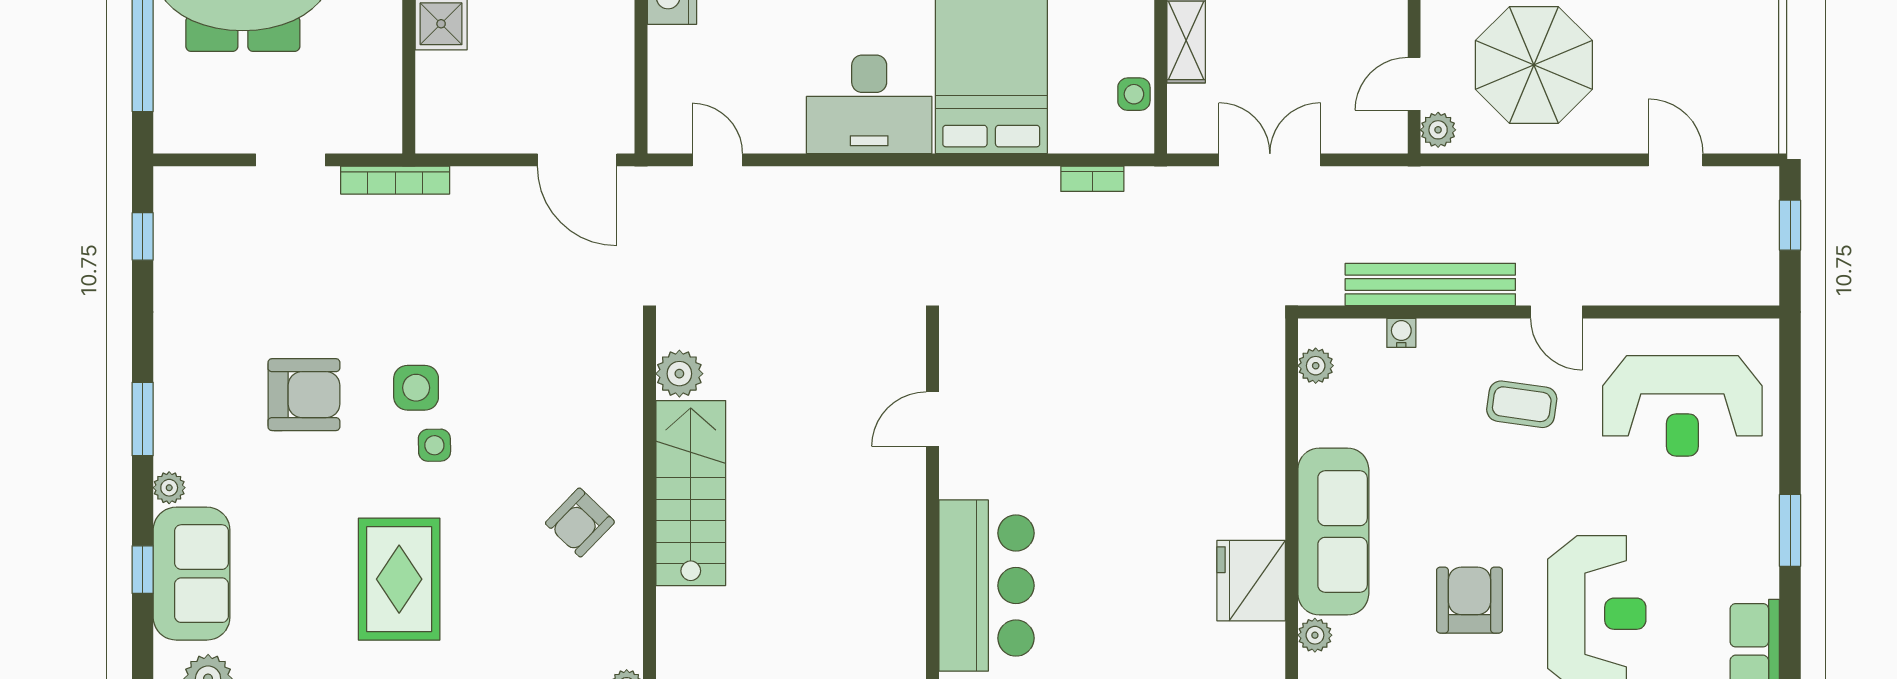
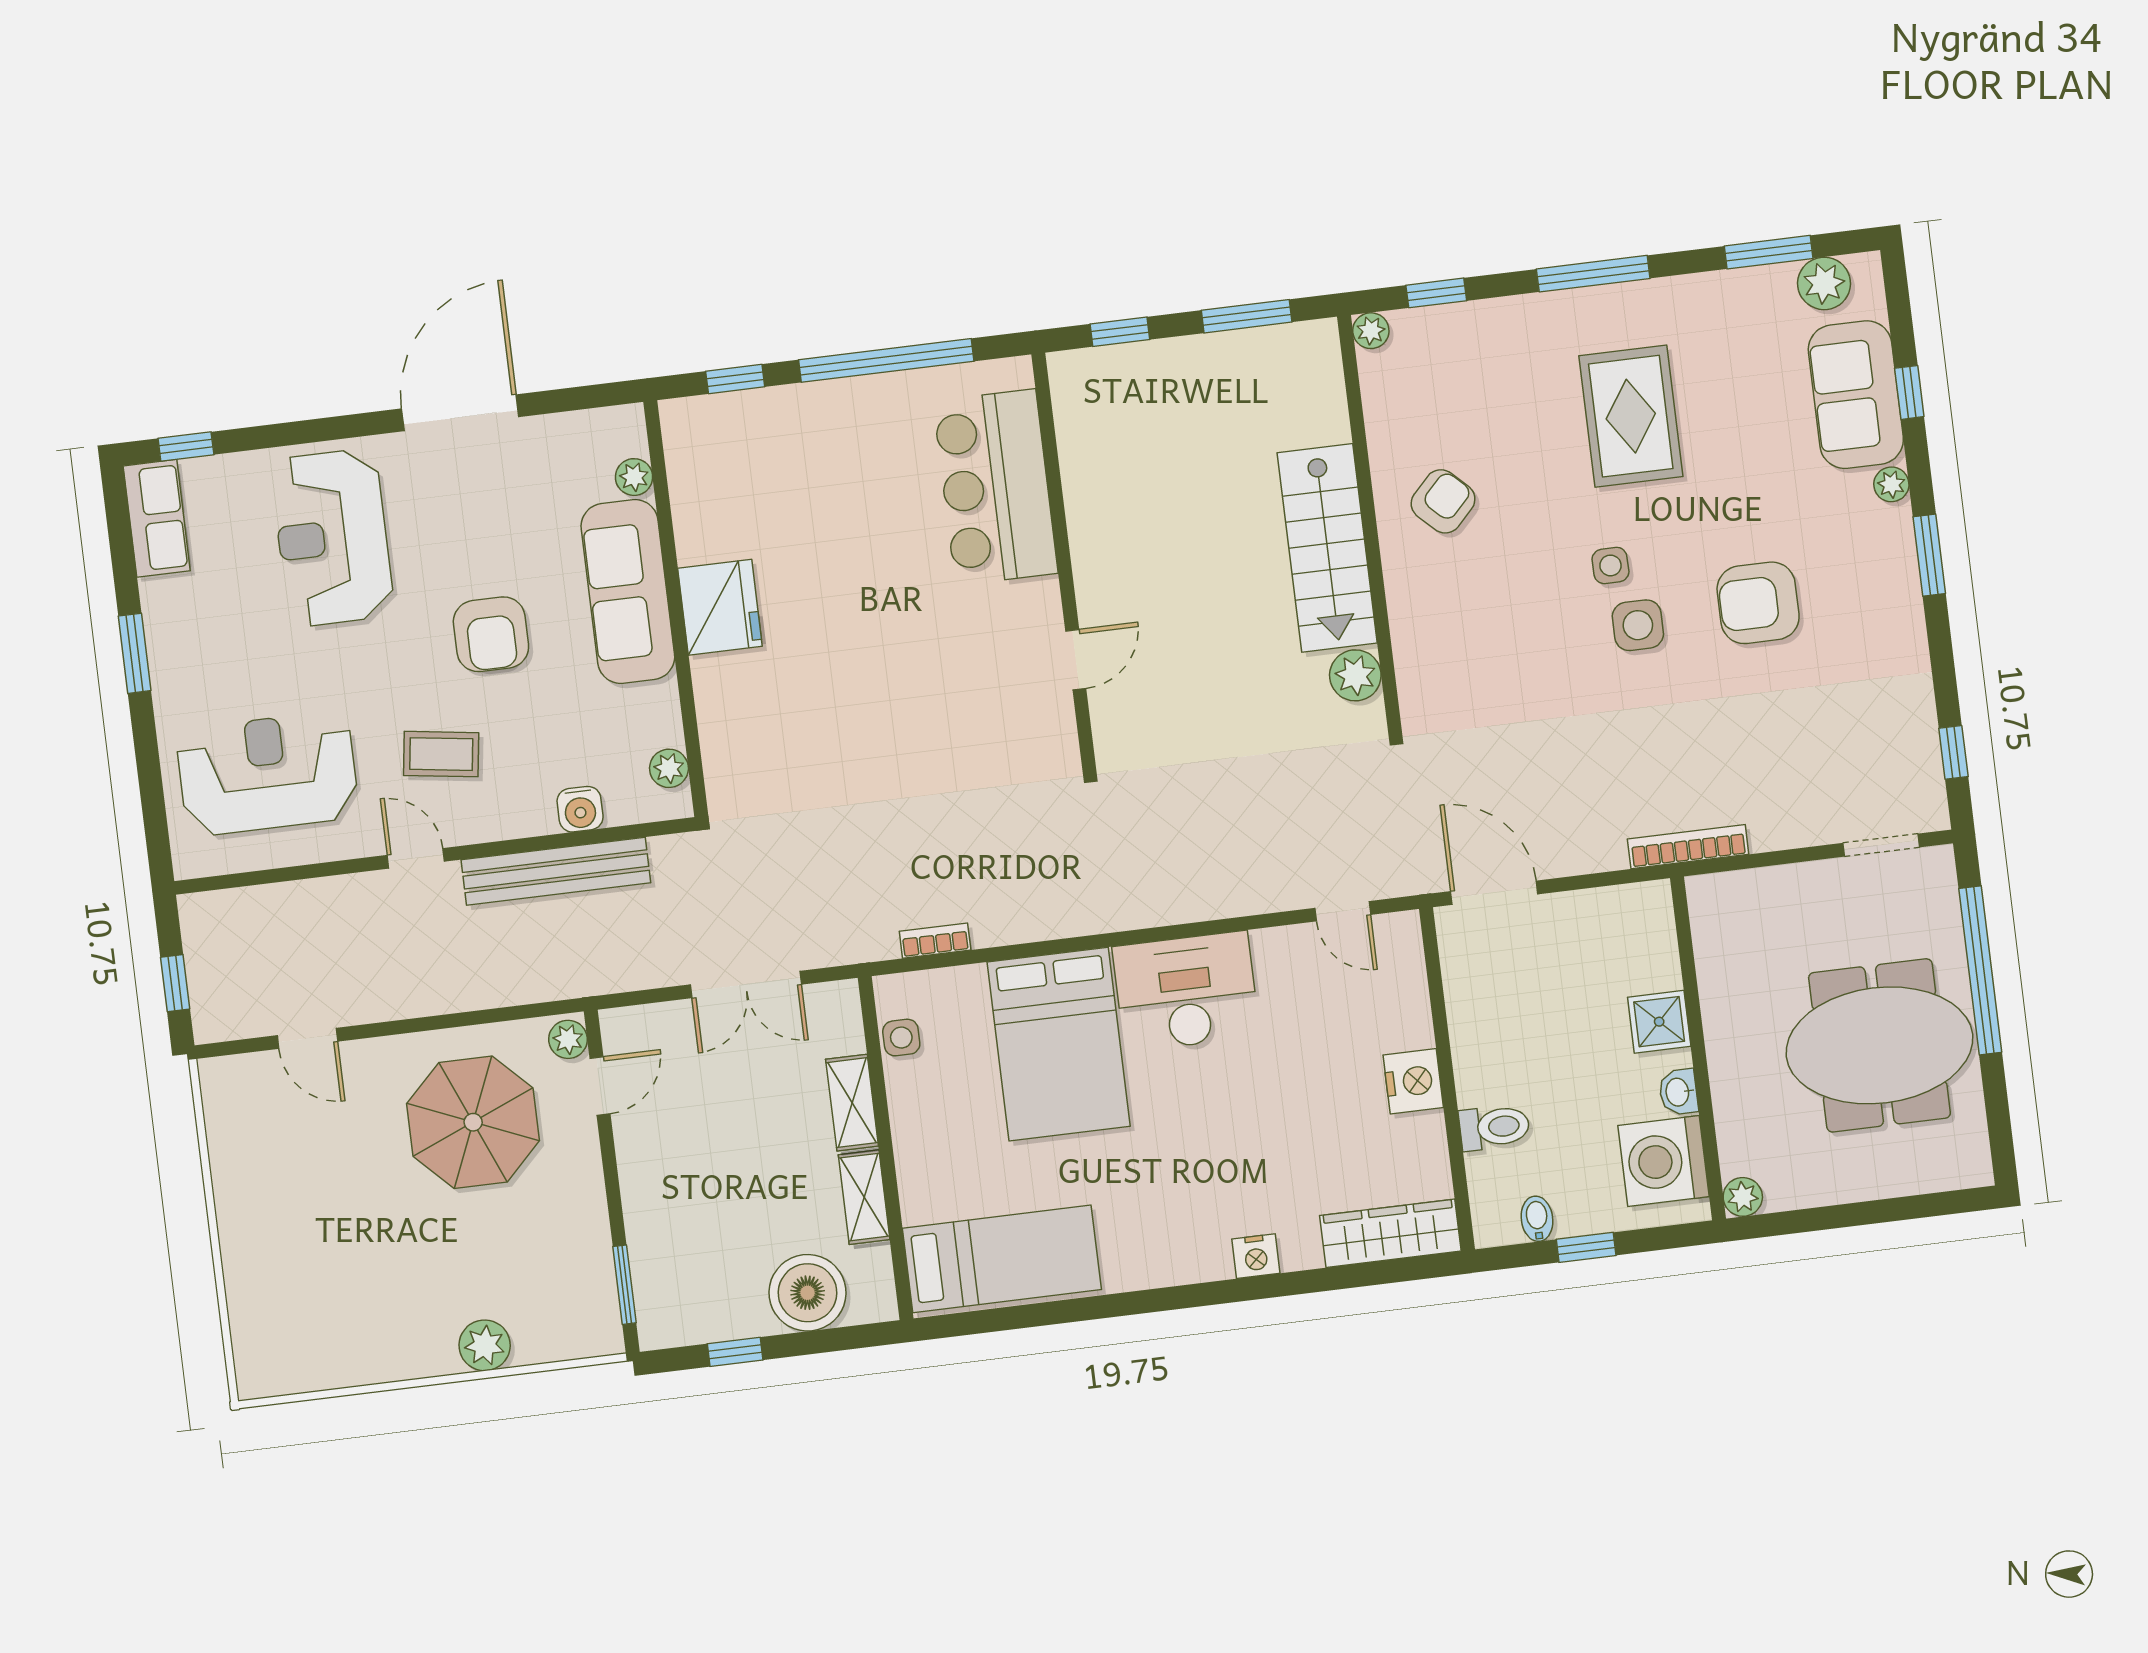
doorway: (290, 160) -> (1881, 845), moved
water cooler: (1401, 333) -> (580, 809), width x1.38, depth x1.38
fridge: (1251, 581) -> (720, 607), moved
armchair: (1469, 600) -> (491, 634), moved

